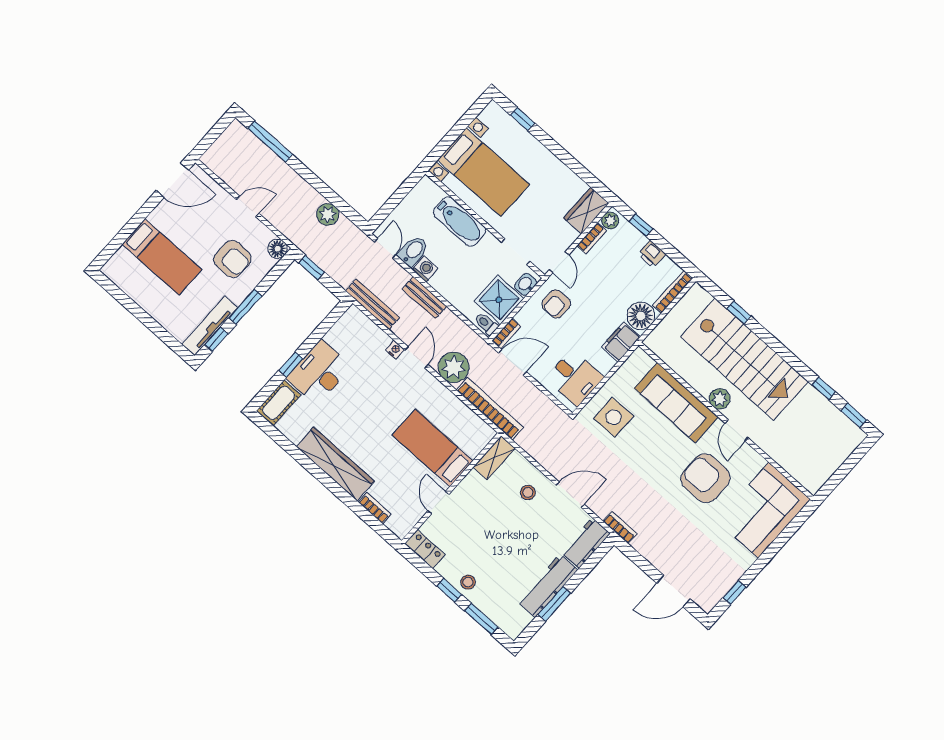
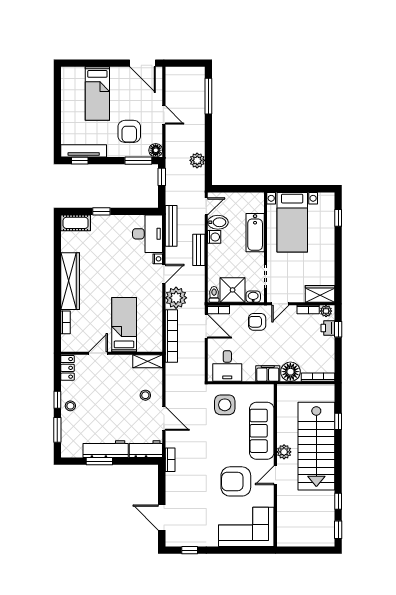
printer: (652, 254) -> (328, 328), moved
window: (245, 307) -> (138, 161), moved
desk: (319, 372) -> (148, 234), moved, turned 90
armchair: (705, 478) -> (236, 481), turned -90

